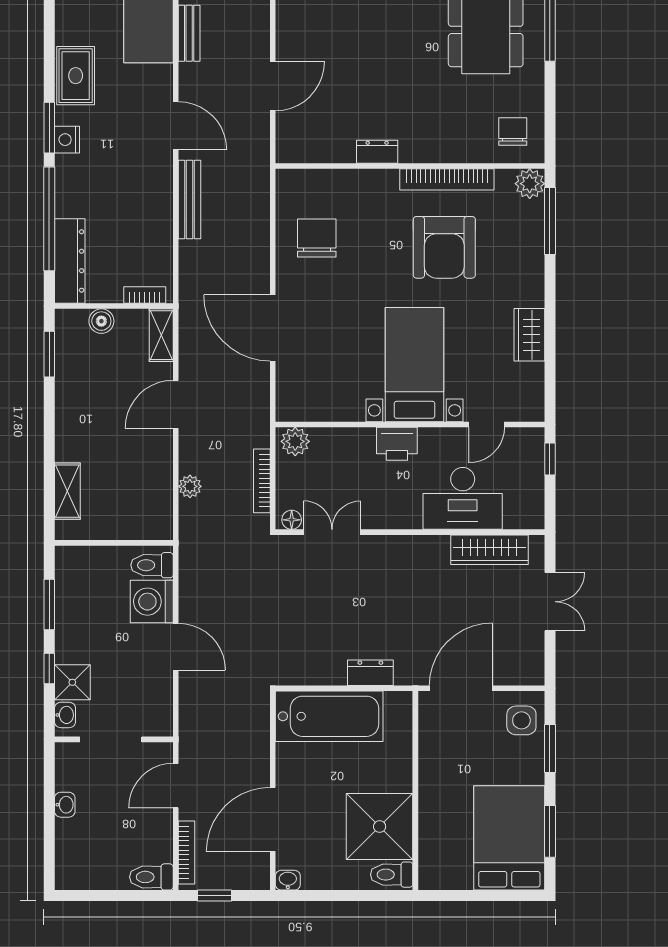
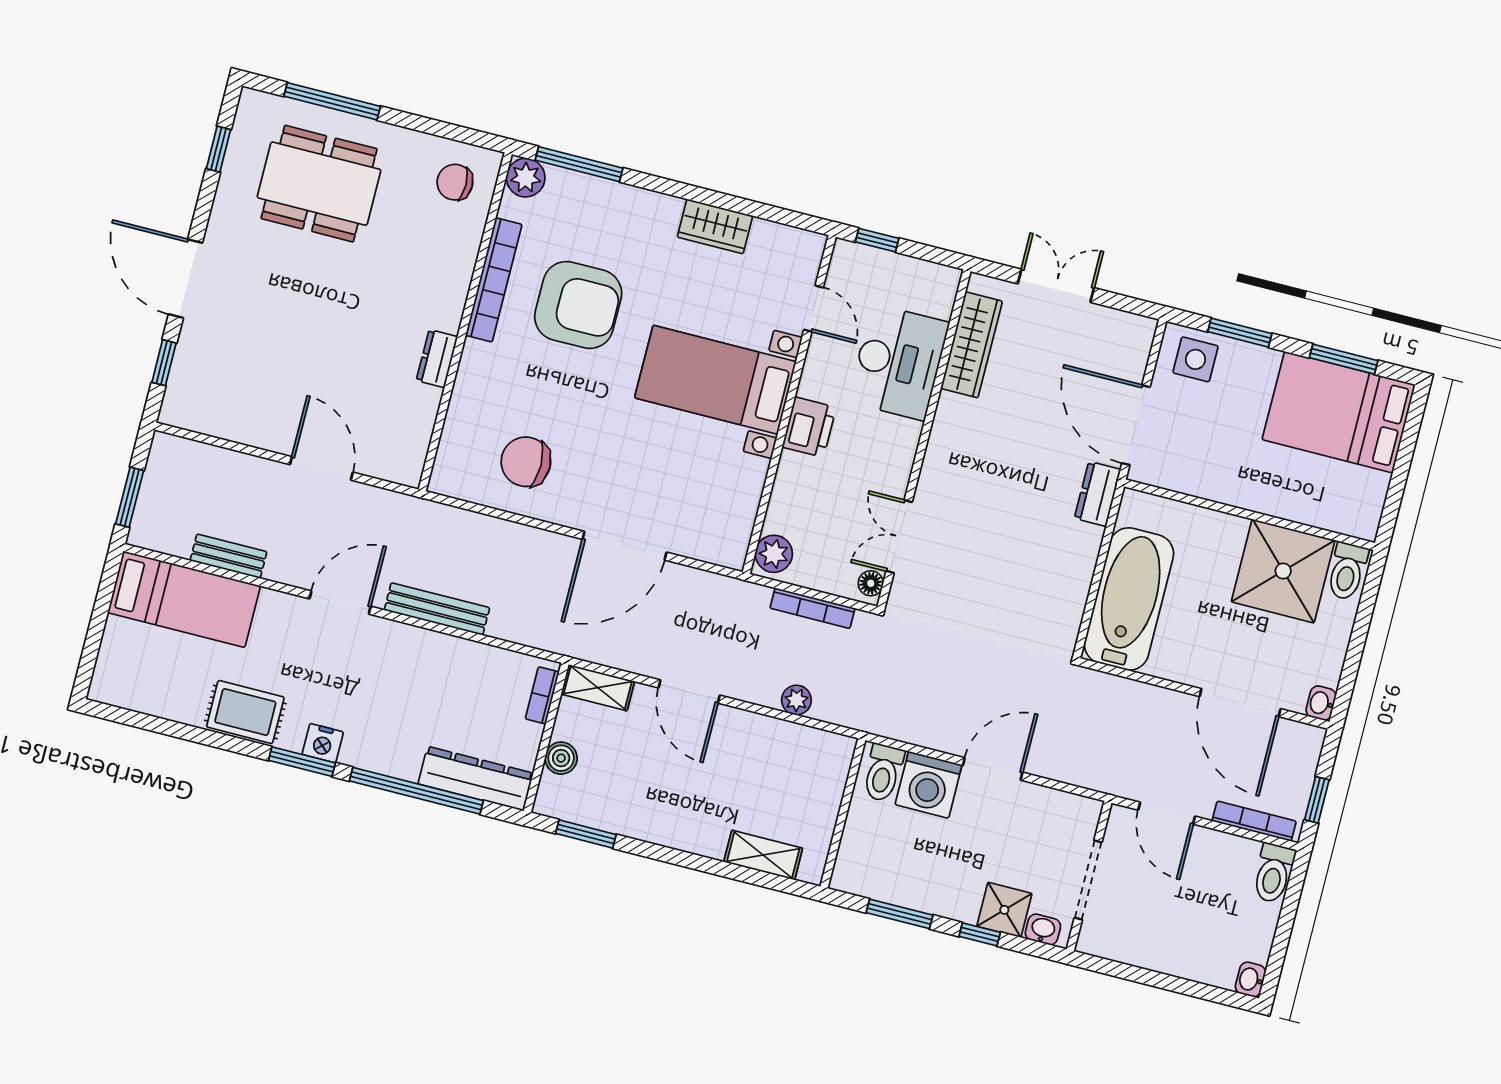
dresser: (370, 673) -> (1098, 494), moved
washbasin: (65, 805) -> (1250, 979), moved, turned -90

